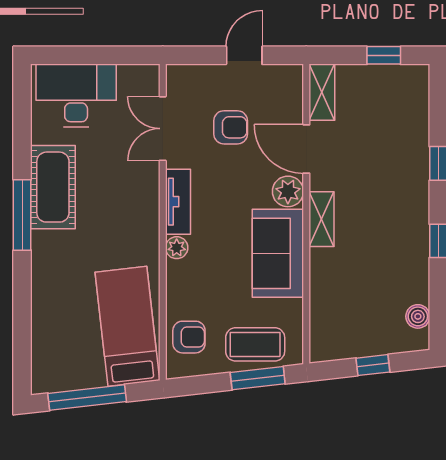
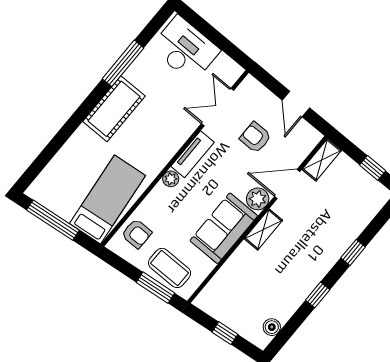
door: (244, 55) -> (296, 104), swing flipped
armchair: (231, 127) -> (255, 137), turned 180
door: (306, 149) -> (287, 184), hinge flipped
cot: (53, 187) -> (114, 109), moved
window: (22, 215) -> (123, 63), moved

